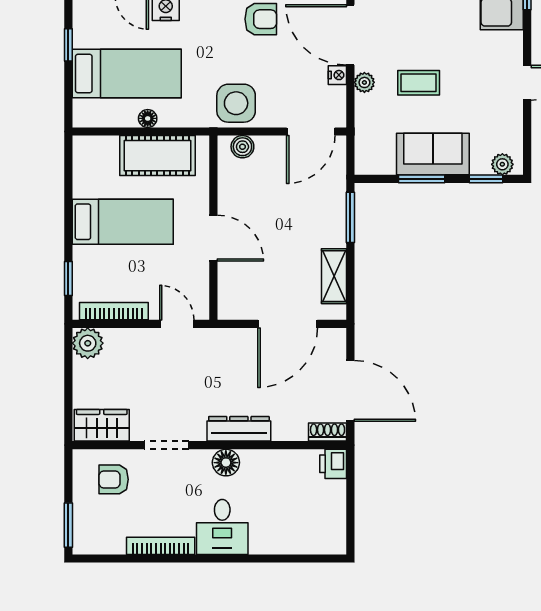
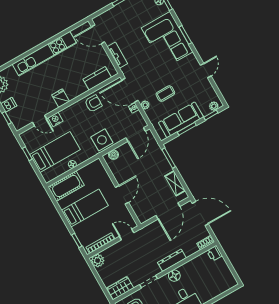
sofa: (433, 154) -> (181, 120), width x1.36
cot: (157, 156) -> (66, 186), moved
door: (213, 238) -> (122, 195), hinge flipped
door: (350, 391) -> (200, 214), moved

